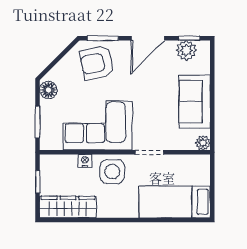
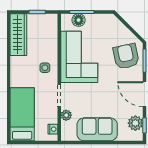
floor lamp: (48, 90) -> (79, 20), moved
plant: (203, 143) -> (66, 115), moved
nightstand: (85, 161) -> (53, 129), moved
side table: (112, 172) -> (45, 68), width x0.54, depth x0.54

